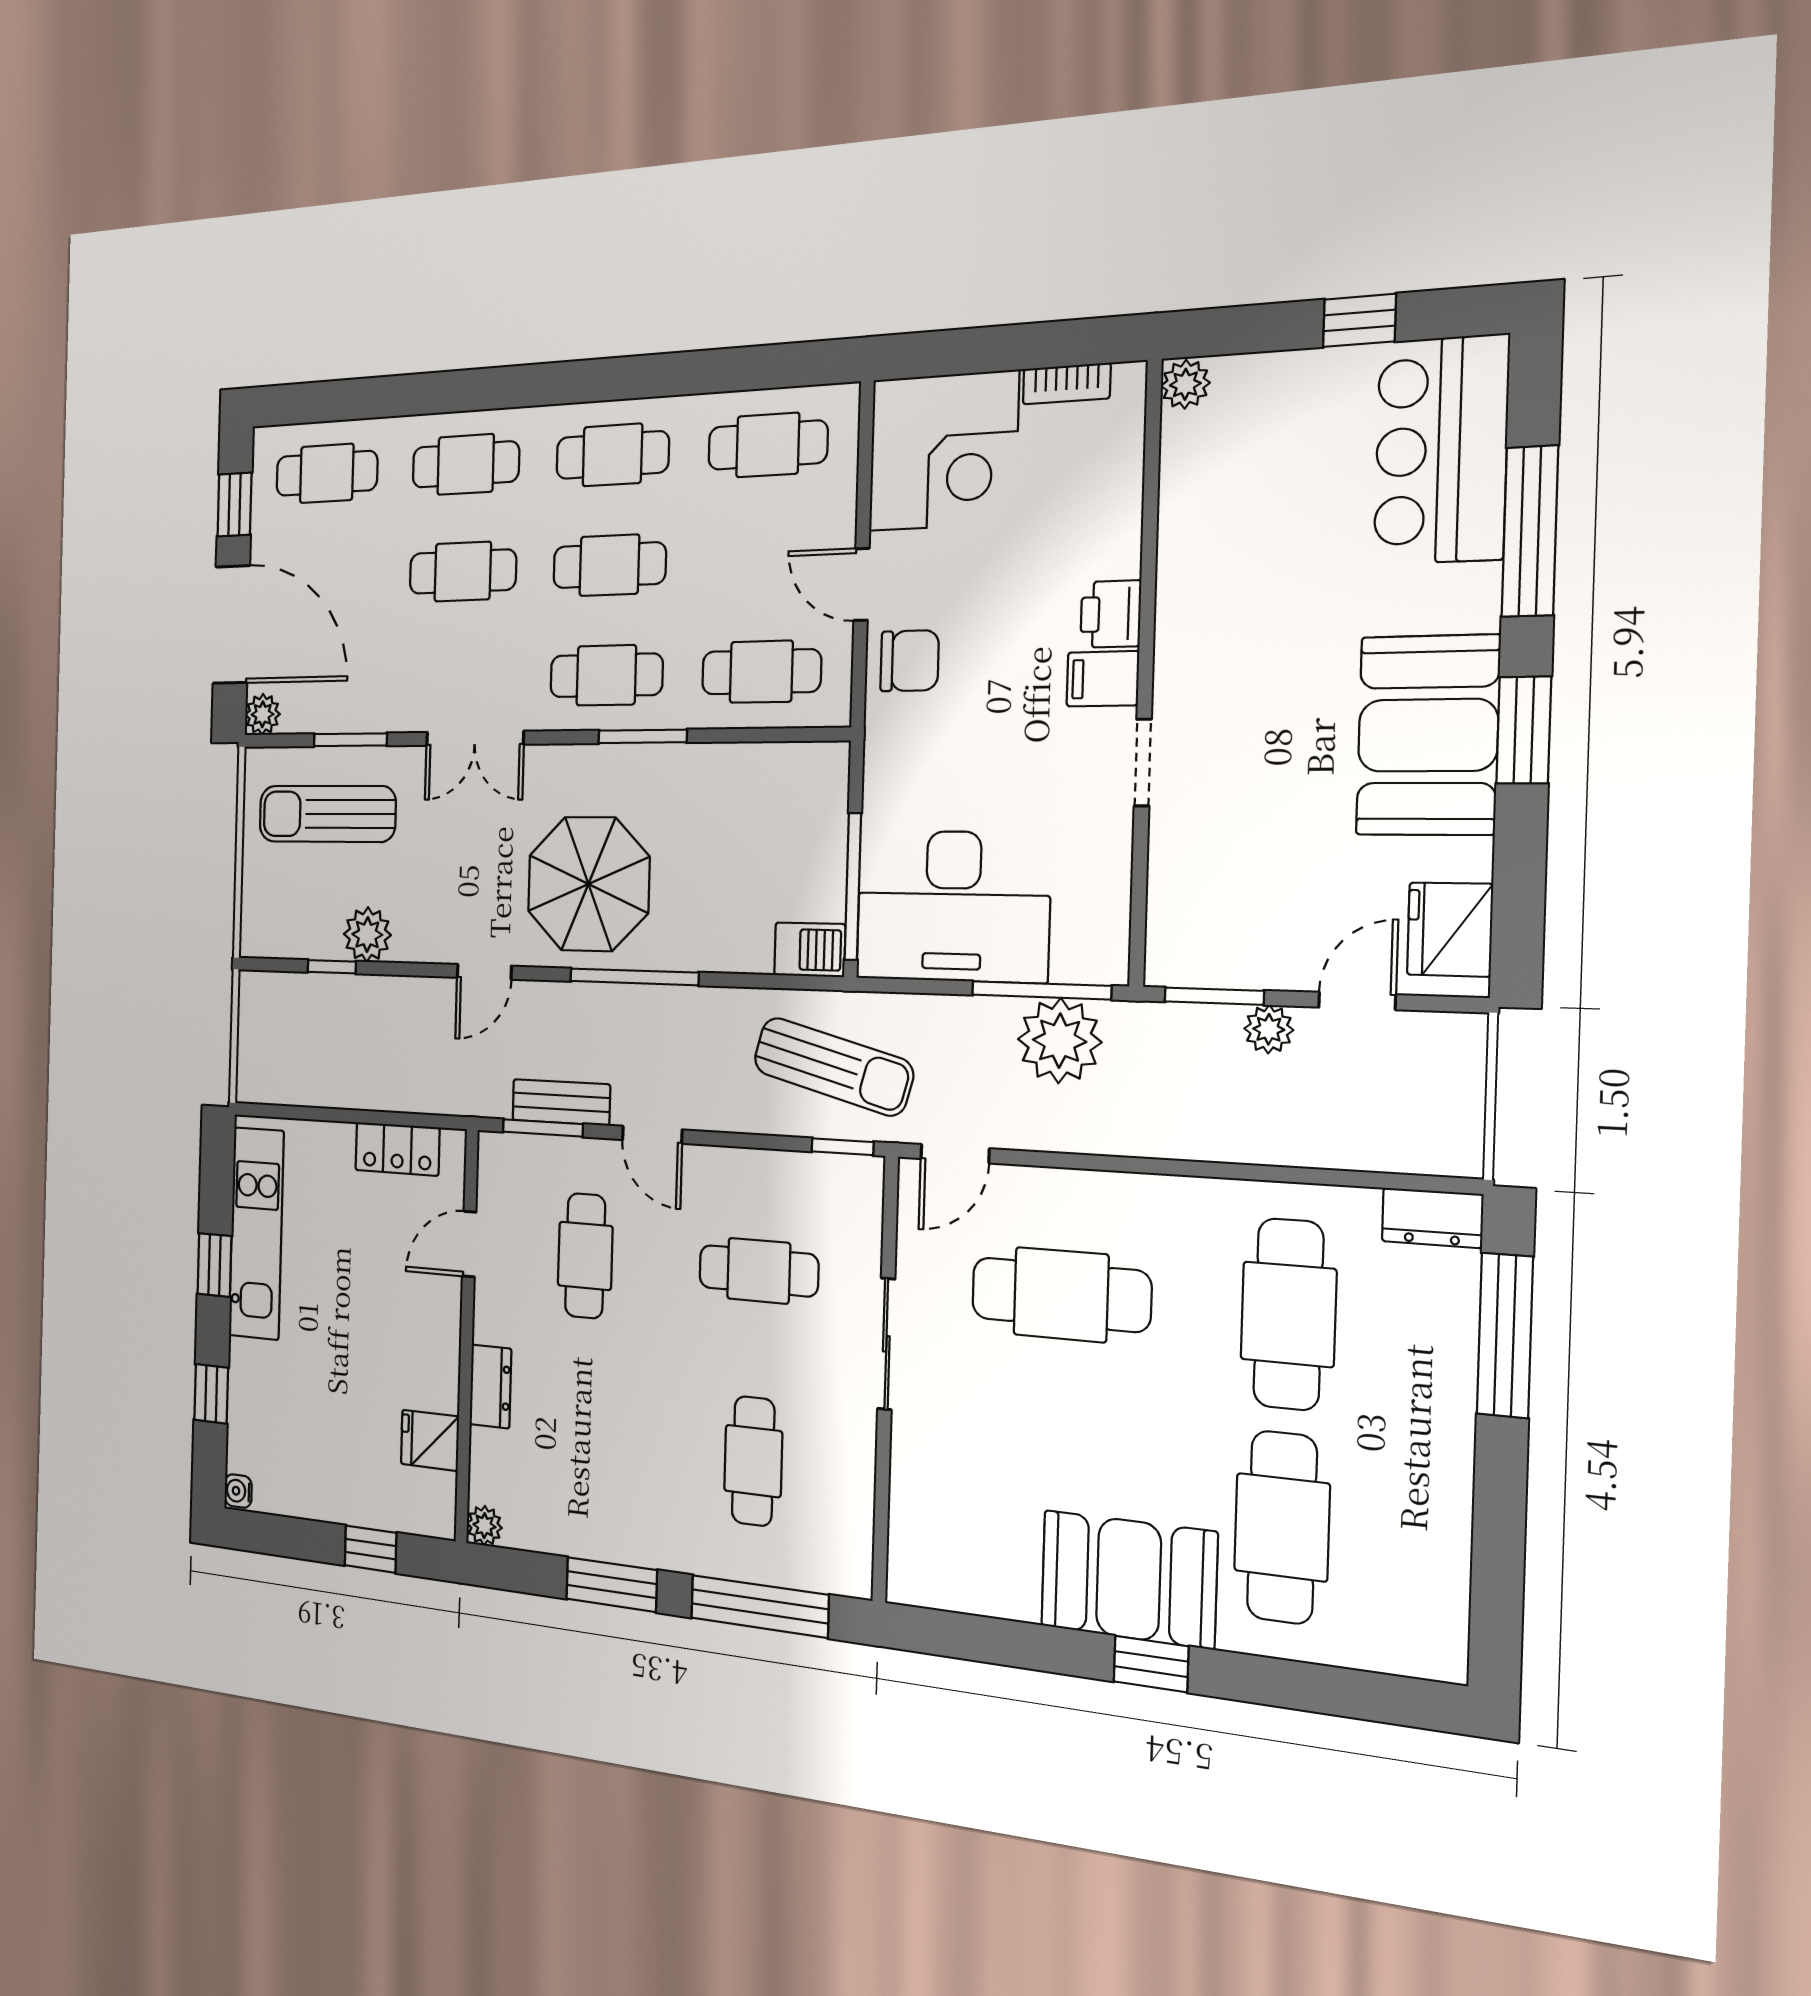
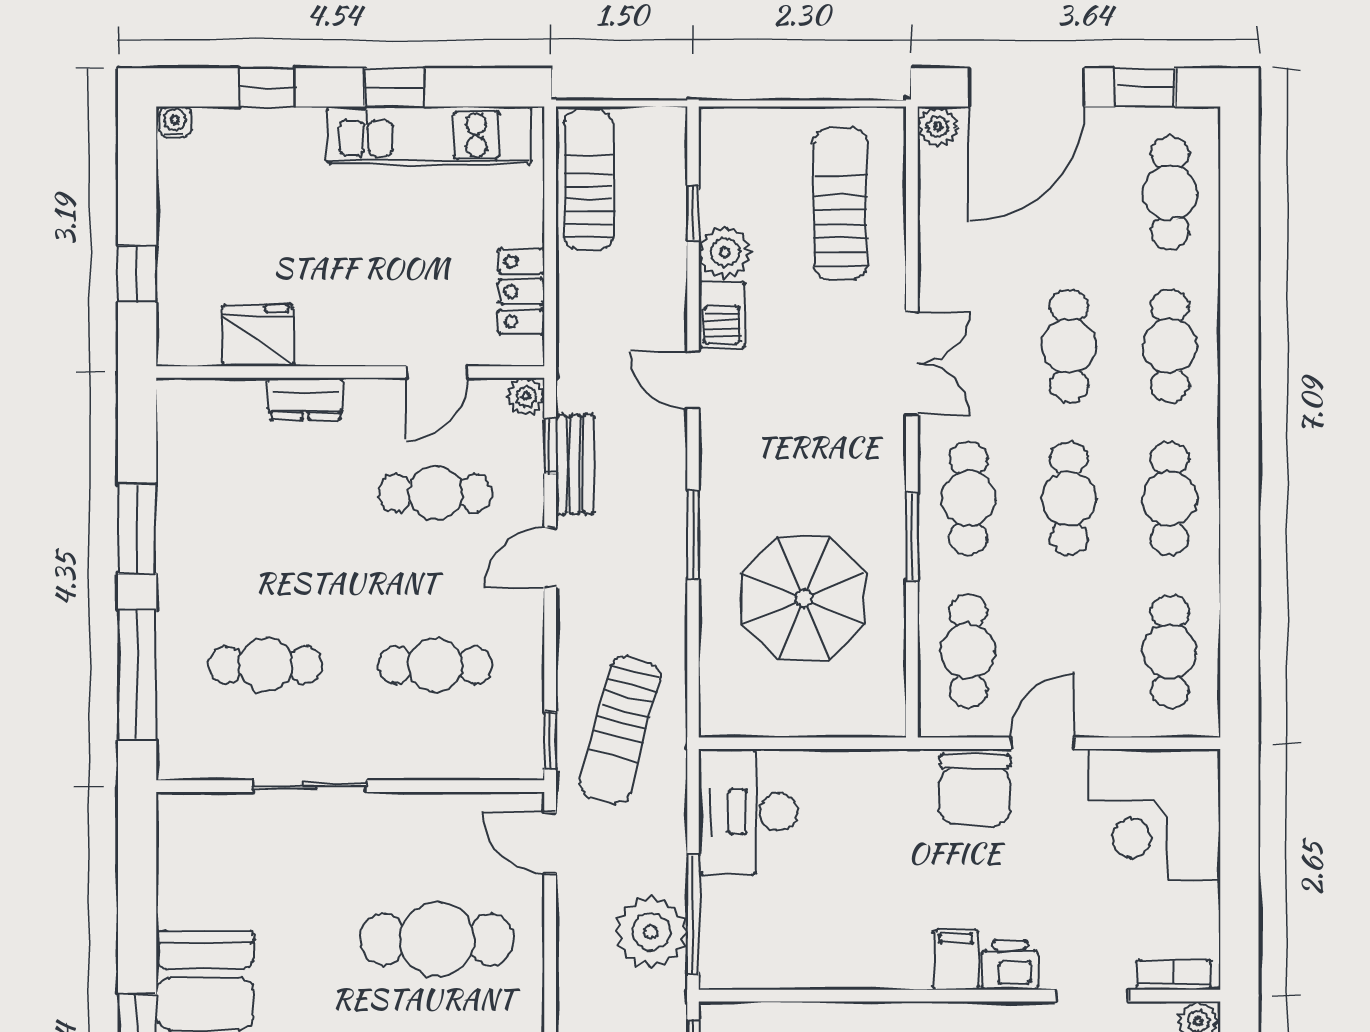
bookcase: (1067, 384) -> (1174, 975), moved, turned 90
chair: (910, 661) -> (975, 789), width x1.37, depth x1.37
double door: (475, 738) -> (912, 363), swing flipped
window: (350, 740) -> (912, 227), removed
doorway: (1143, 763) -> (1092, 996), moved
parasol: (588, 884) -> (804, 598), moved
window: (853, 886) -> (779, 743), removed
desk: (953, 906) -> (748, 812), width x0.73, depth x0.77
barbecue: (810, 950) -> (722, 315), moved
window: (634, 977) -> (693, 535), width x0.69
sun lounger: (300, 1073) -> (589, 180), added
window: (543, 1128) -> (550, 446), width x0.67
door: (469, 1244) -> (437, 372), swing flipped
cafe table: (759, 1271) -> (435, 665), turned 90
cafe table: (1061, 1295) -> (437, 939), turned 90
sliding door: (886, 1344) -> (310, 786), moved
fridge: (430, 1440) -> (258, 336), width x1.38
plant: (484, 1526) -> (526, 396), moved

